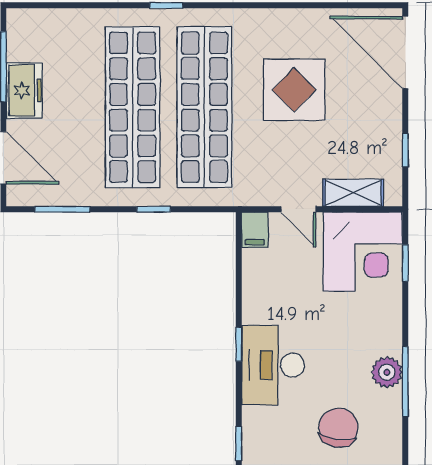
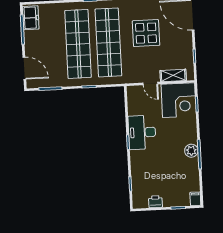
freezer: (24, 91) -> (31, 18), moved
filing cabinet: (255, 230) -> (132, 93), removed
desk: (273, 365) -> (142, 132), moved
chair: (338, 428) -> (172, 175), removed

